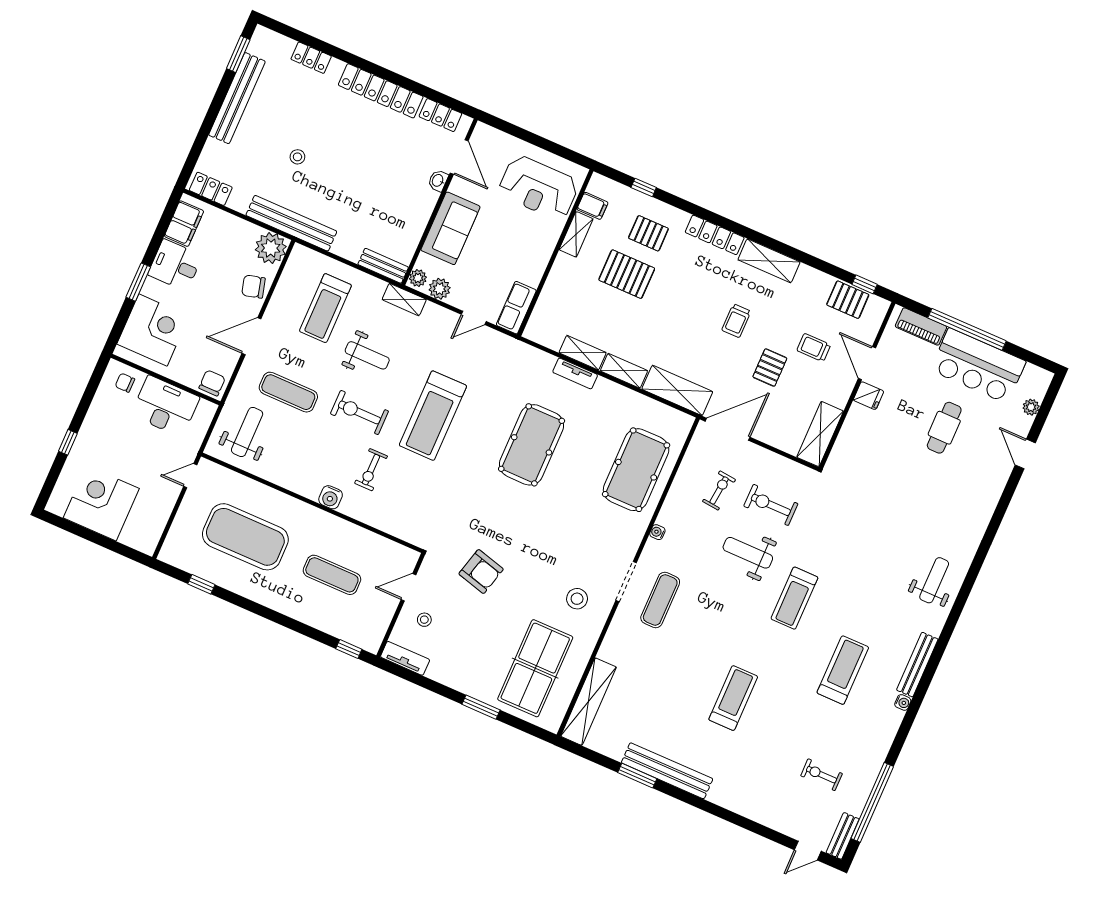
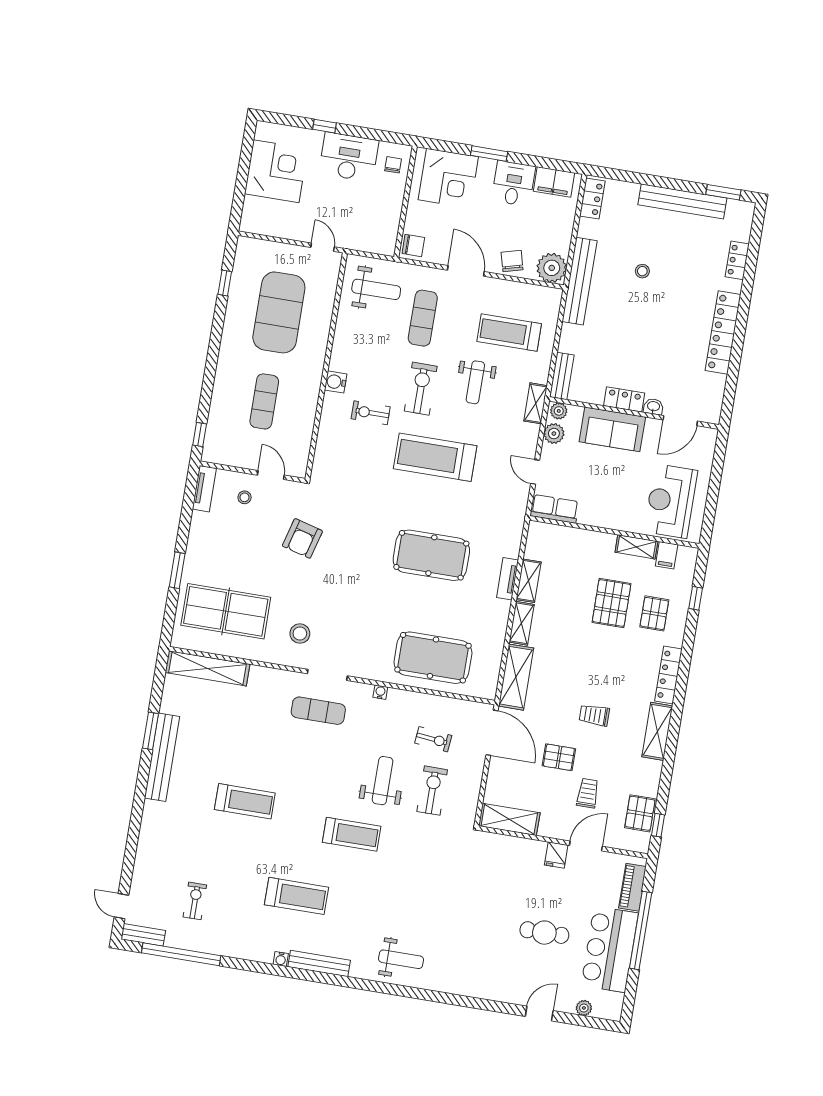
locker: (440, 115) -> (624, 399), moved, turned 90
desk: (165, 406) -> (349, 157), moved, turned -90
treadmill: (794, 598) -> (352, 834), turned 180

